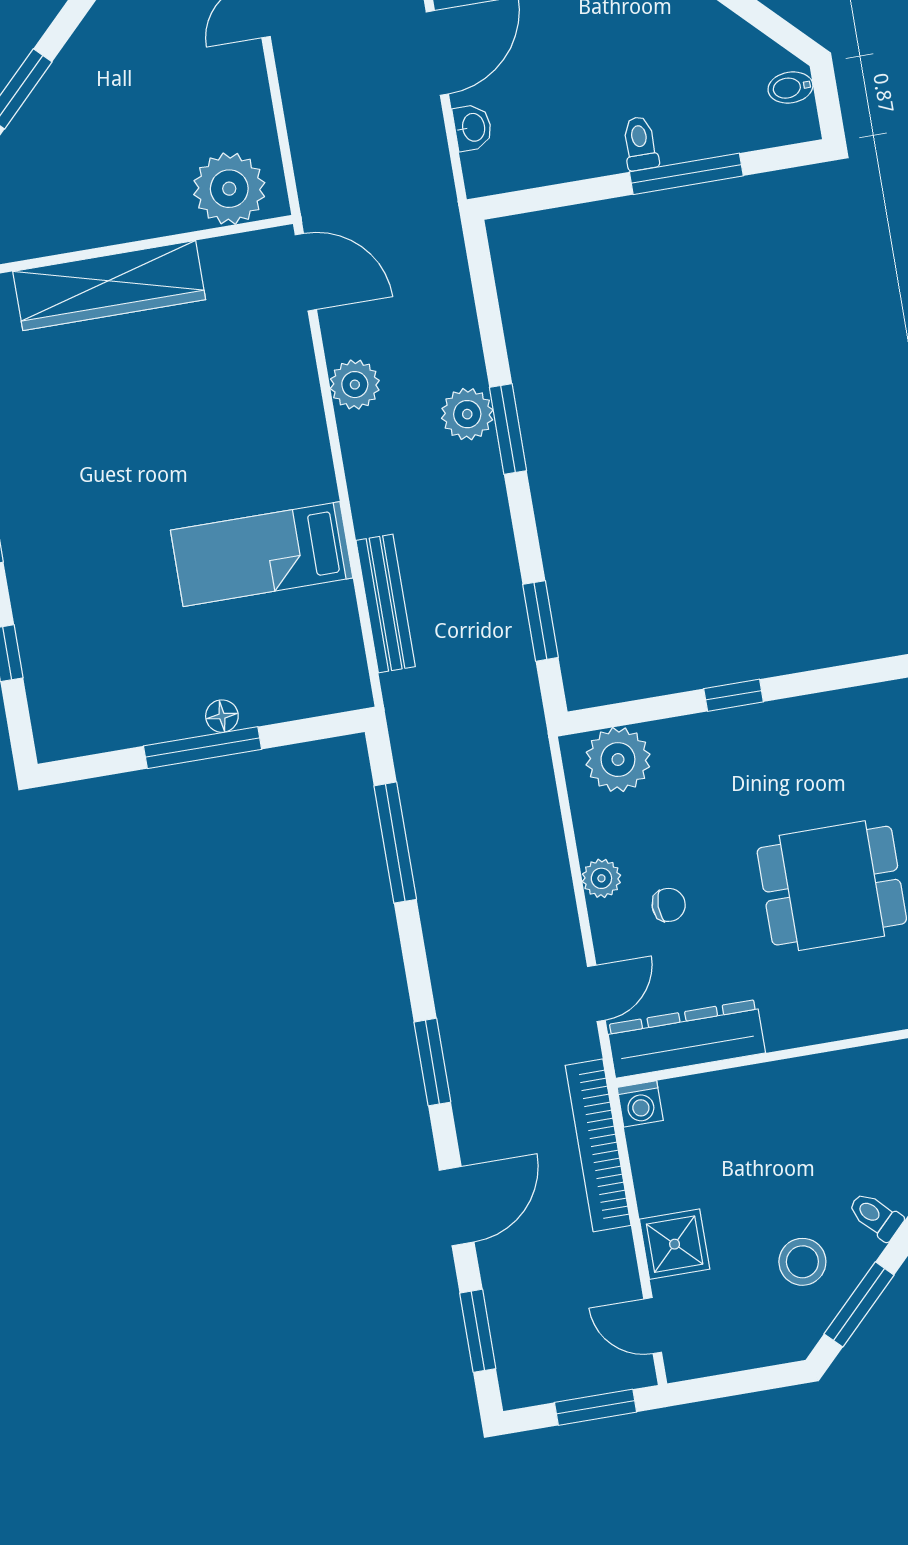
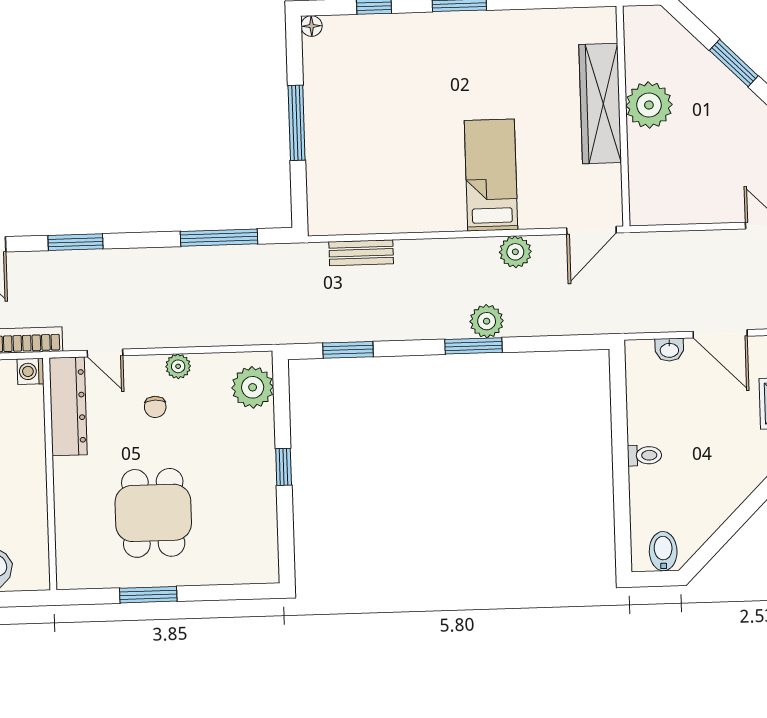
bidet: (790, 87) -> (663, 551), width x1.38, depth x1.36
window: (686, 174) -> (621, 482), removed
plant: (229, 189) -> (649, 105), moved
bed: (262, 554) -> (491, 175), moved
bench: (386, 603) -> (361, 253), width x0.73
floor lamp: (222, 716) -> (312, 26), moved

